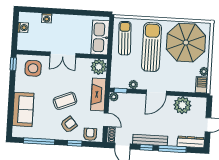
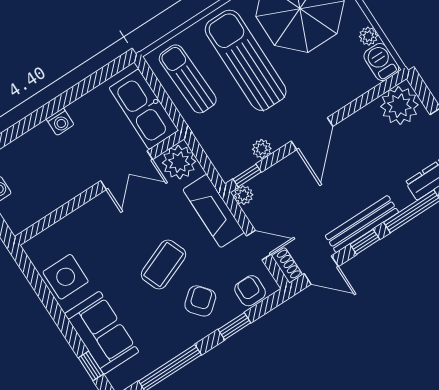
washing machine: (47, 18) -> (60, 122), moved
double door: (63, 55) -> (127, 170), moved
window: (13, 64) -> (91, 366), moved
side table: (33, 68) -> (66, 277), moved
plant: (182, 105) -> (399, 106), moved

